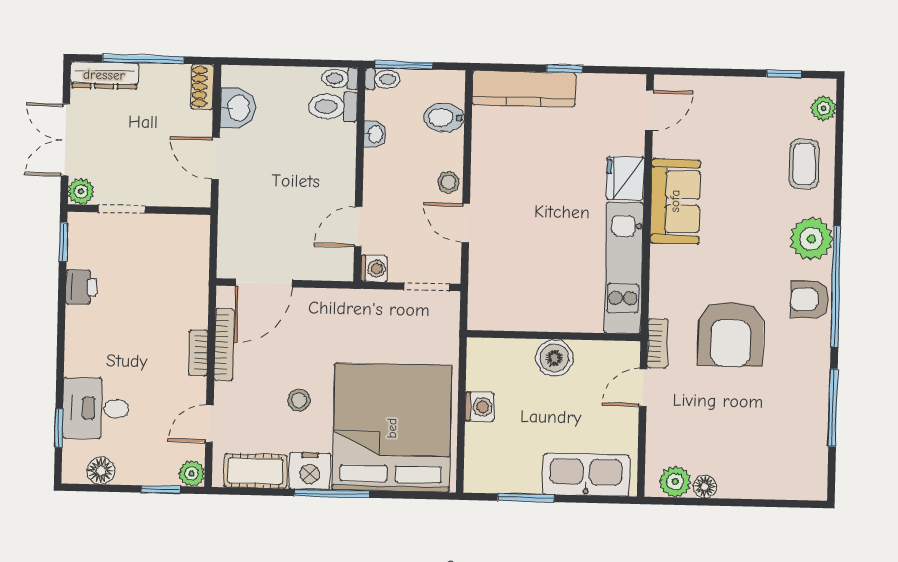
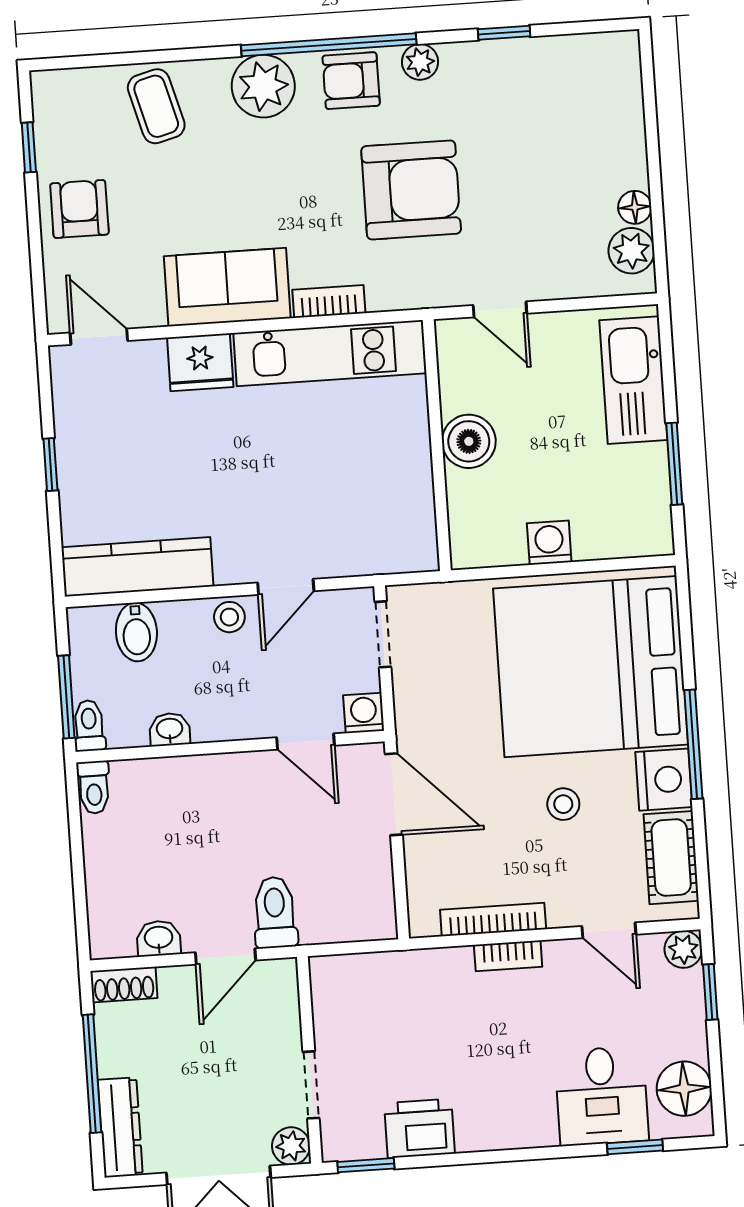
kitchen counter: (524, 89) -> (137, 567), moved, turned -90
armchair: (738, 105) -> (79, 209), added
toilet: (333, 107) -> (275, 912), moved, turned 180
washbasin: (238, 108) -> (159, 938), width x0.72, depth x0.69
plant: (824, 108) -> (420, 62), moved
coffee table: (804, 164) -> (156, 106), turned 75
door: (264, 283) -> (394, 794), moved
printer: (81, 287) -> (420, 1128), width x1.36, depth x1.24
armchair: (810, 300) -> (351, 81), turned 90
bookcase: (658, 344) -> (329, 301), moved
window: (833, 408) -> (504, 33), width x0.46
floor lamp: (101, 471) -> (684, 1089), width x1.38, depth x1.38

